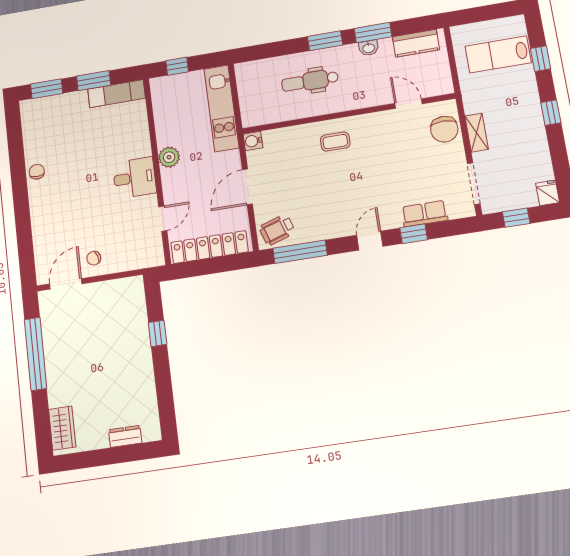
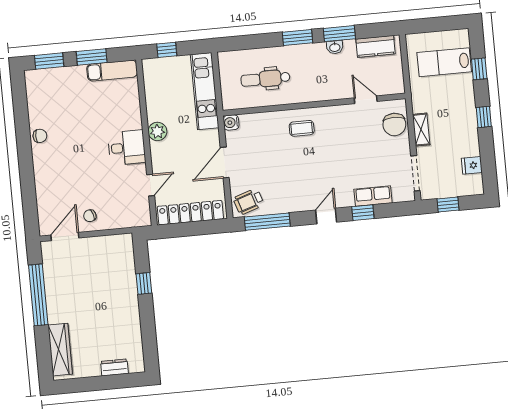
dental chair: (310, 81) -> (265, 79), moved
chair: (37, 172) -> (40, 136), turned 90
fridge: (548, 193) -> (472, 165), moved, turned -90
wardrobe: (62, 428) -> (60, 350), width x1.50

